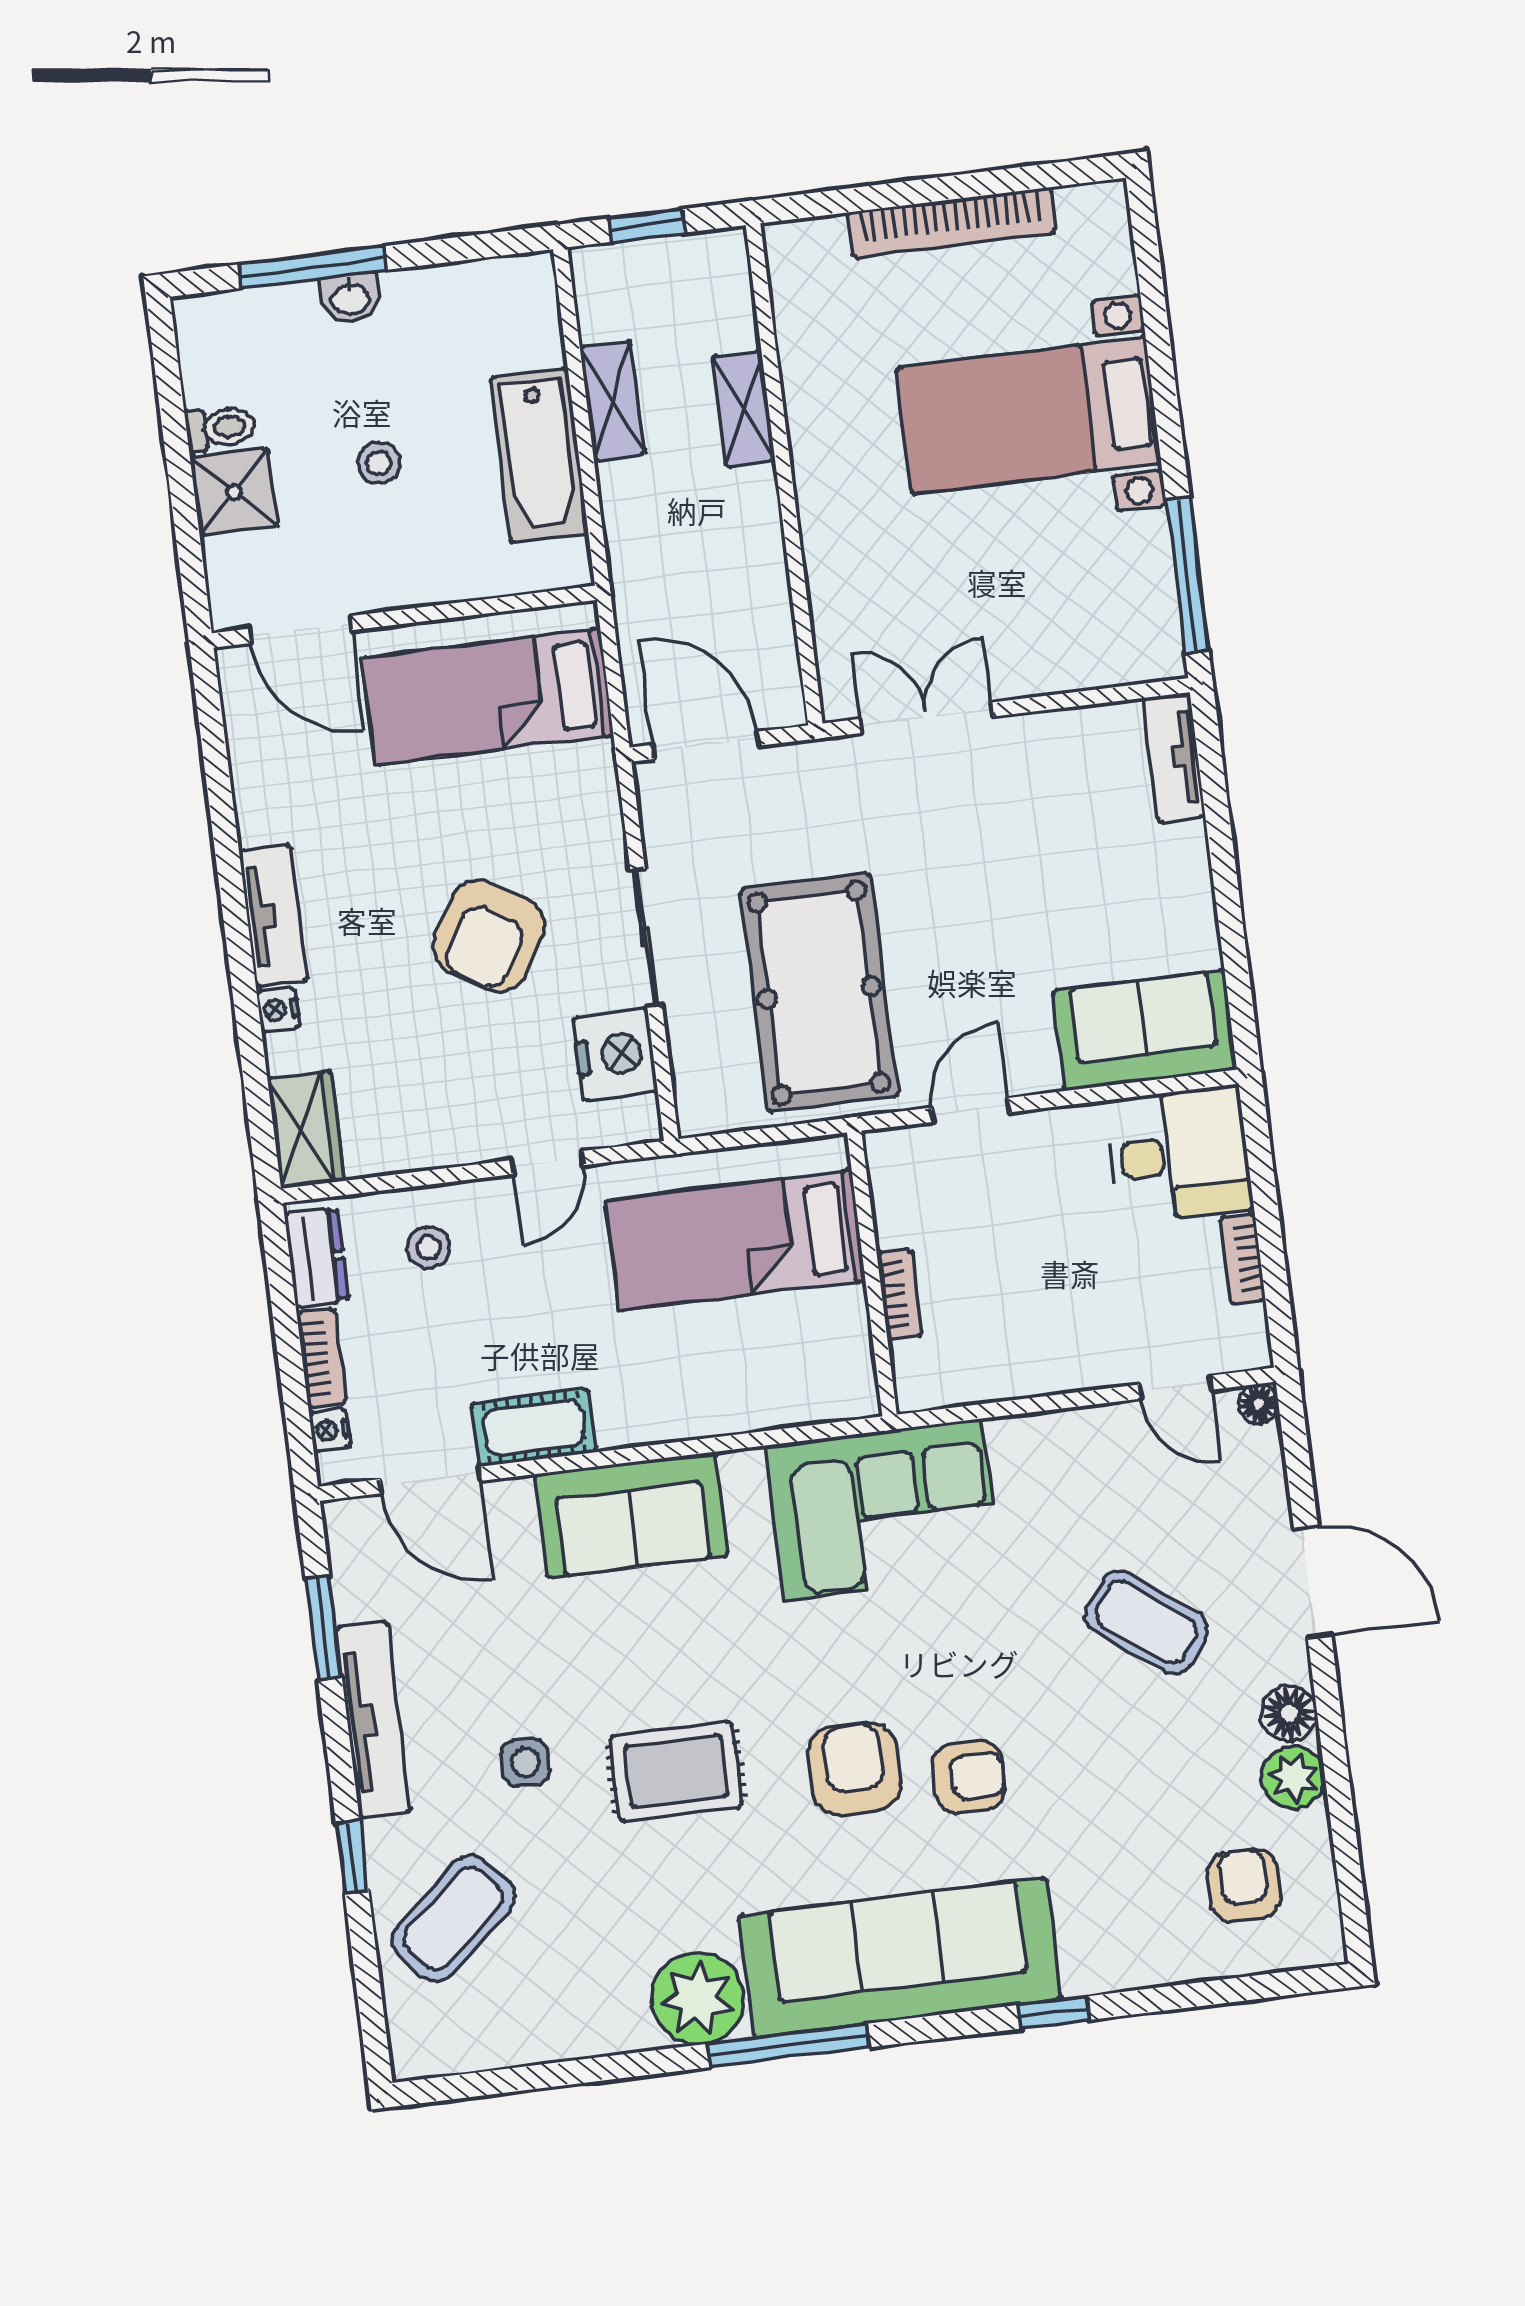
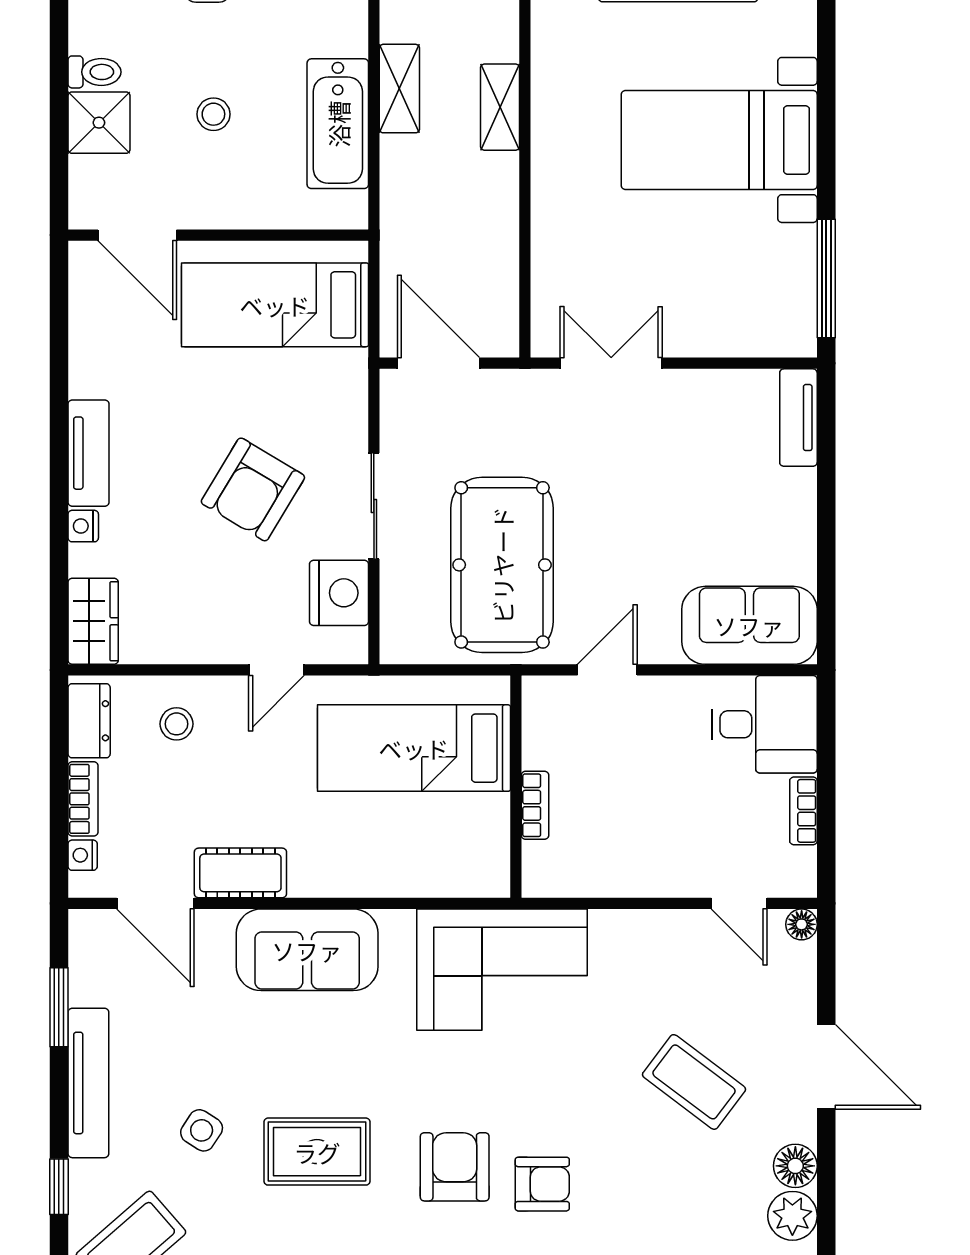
side table: (525, 1762) -> (202, 1130), turned 33

